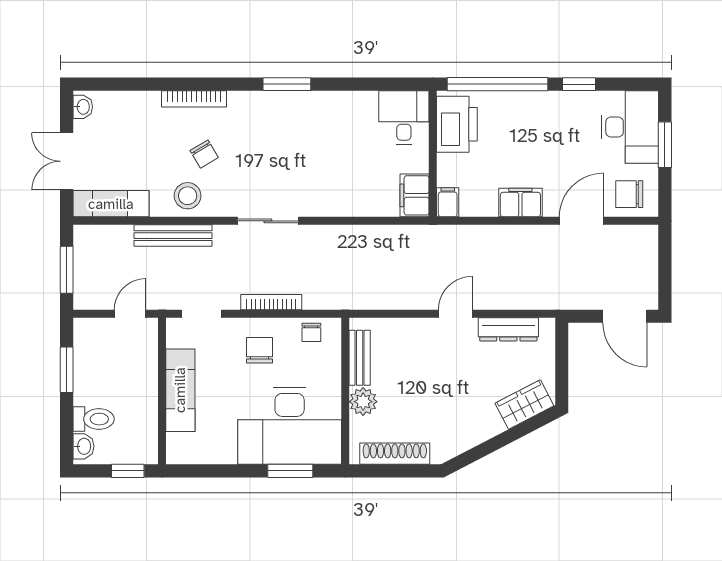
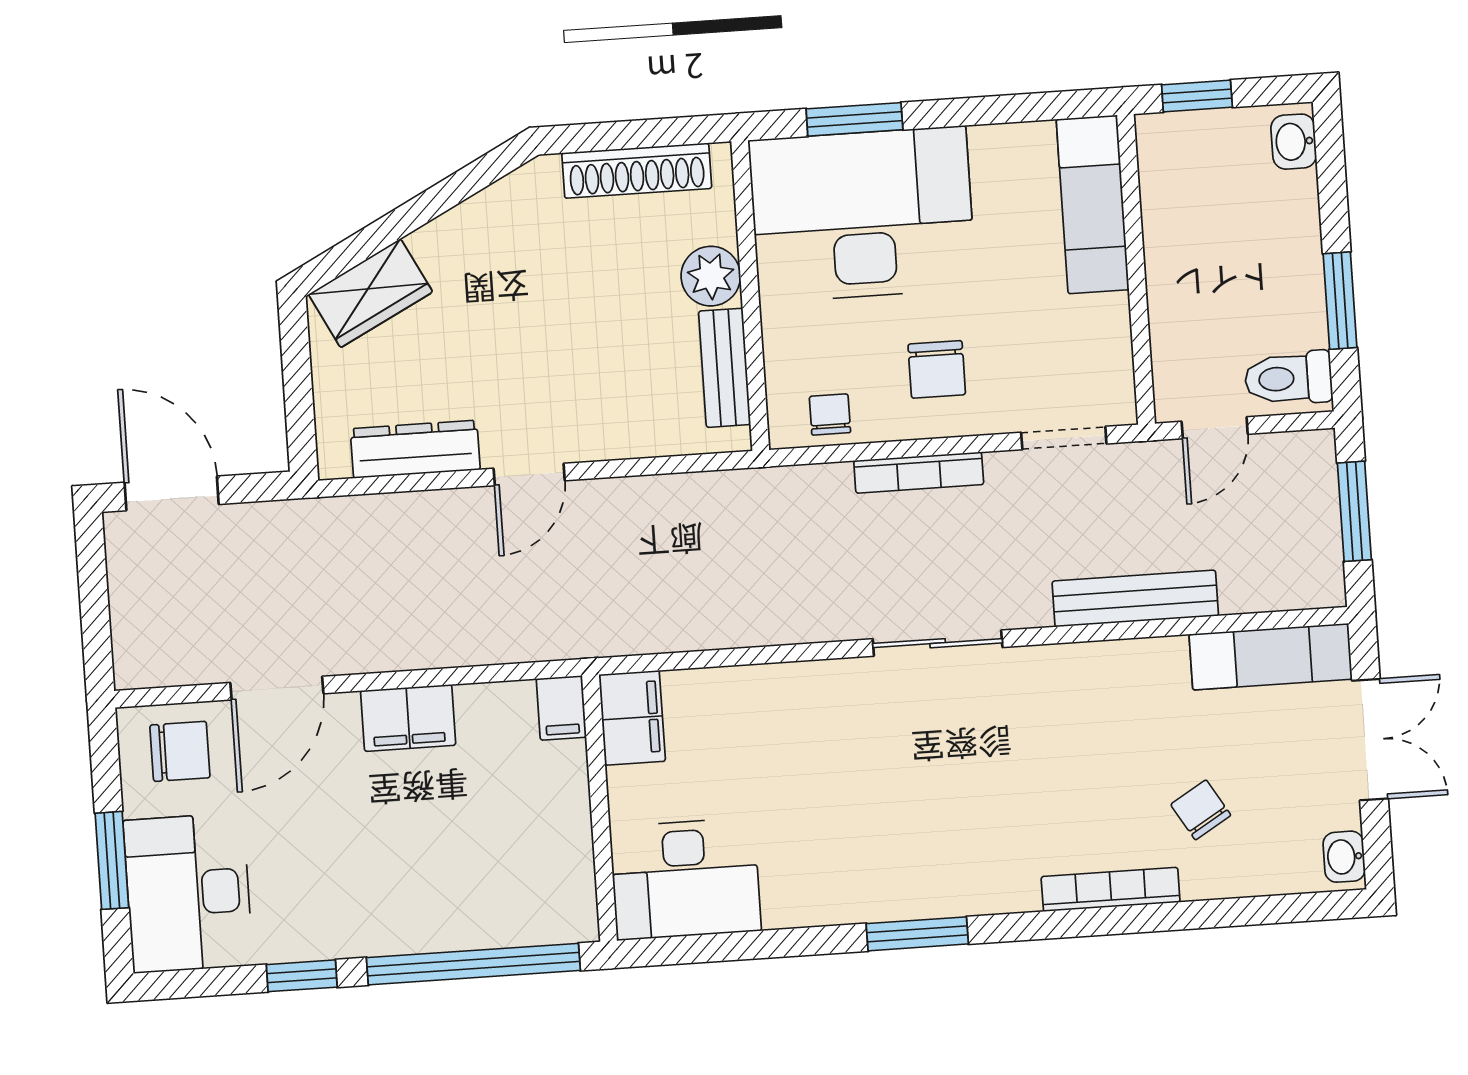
desk: (404, 118) -> (685, 879), width x1.37
printer: (457, 124) -> (553, 874), removed
chair: (204, 154) -> (1201, 810), moved
stool: (188, 196) -> (1110, 685), removed
exam couch: (180, 390) -> (1093, 204), moved
toilet: (94, 419) -> (1288, 378), moved

